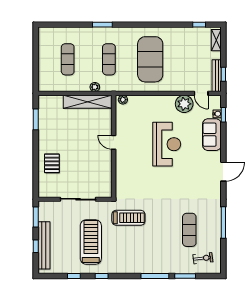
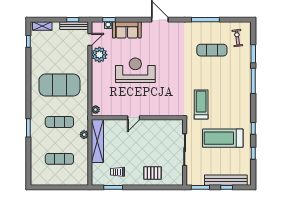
trolley: (53, 124) -> (118, 172), added

